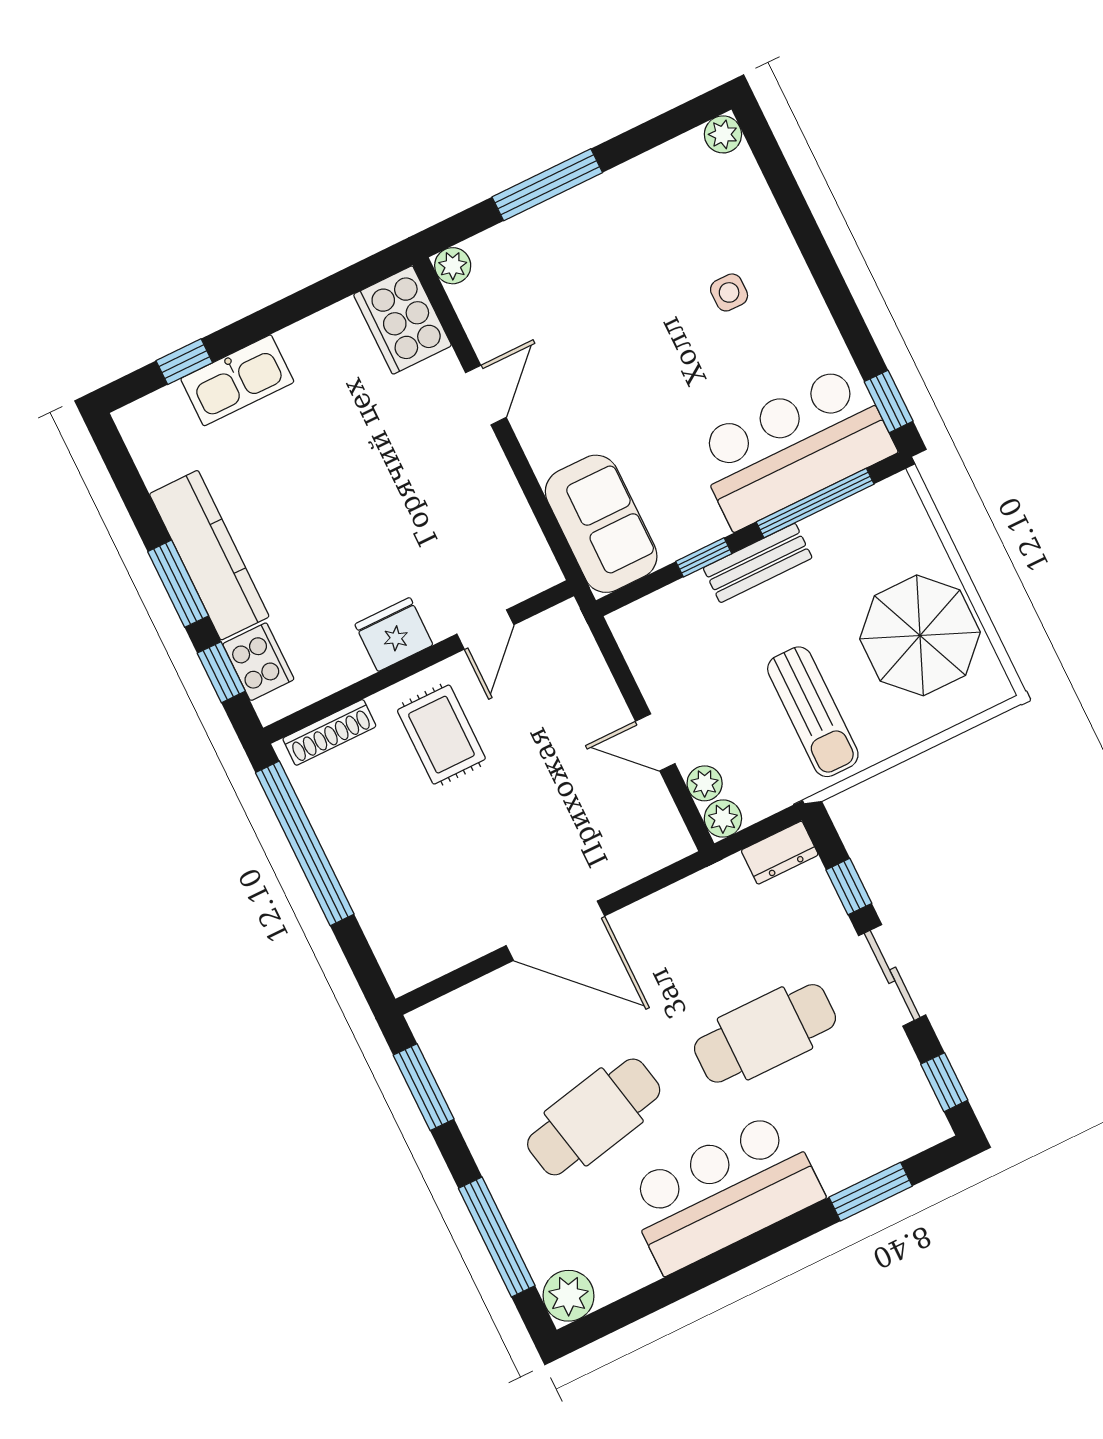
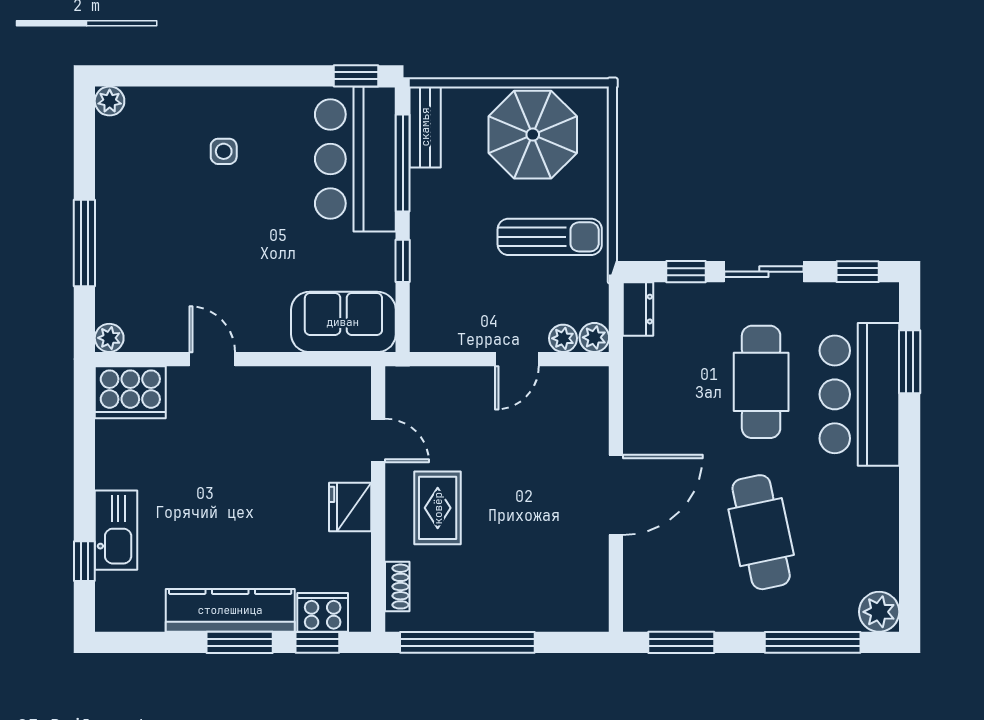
bench: (758, 563) -> (425, 127), moved
shoe rack: (329, 732) -> (397, 587), width x0.70
rug: (441, 735) -> (438, 508), turned 90
bar counter: (723, 1193) -> (859, 394), moved

